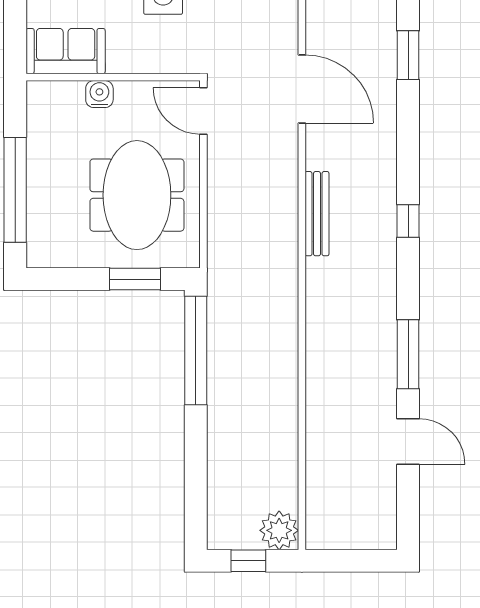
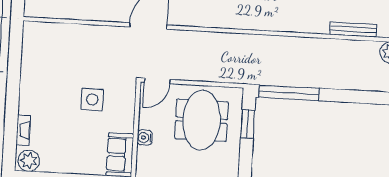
meeting table: (137, 195) -> (202, 120), turned 90
bench: (317, 214) -> (353, 29), moved

